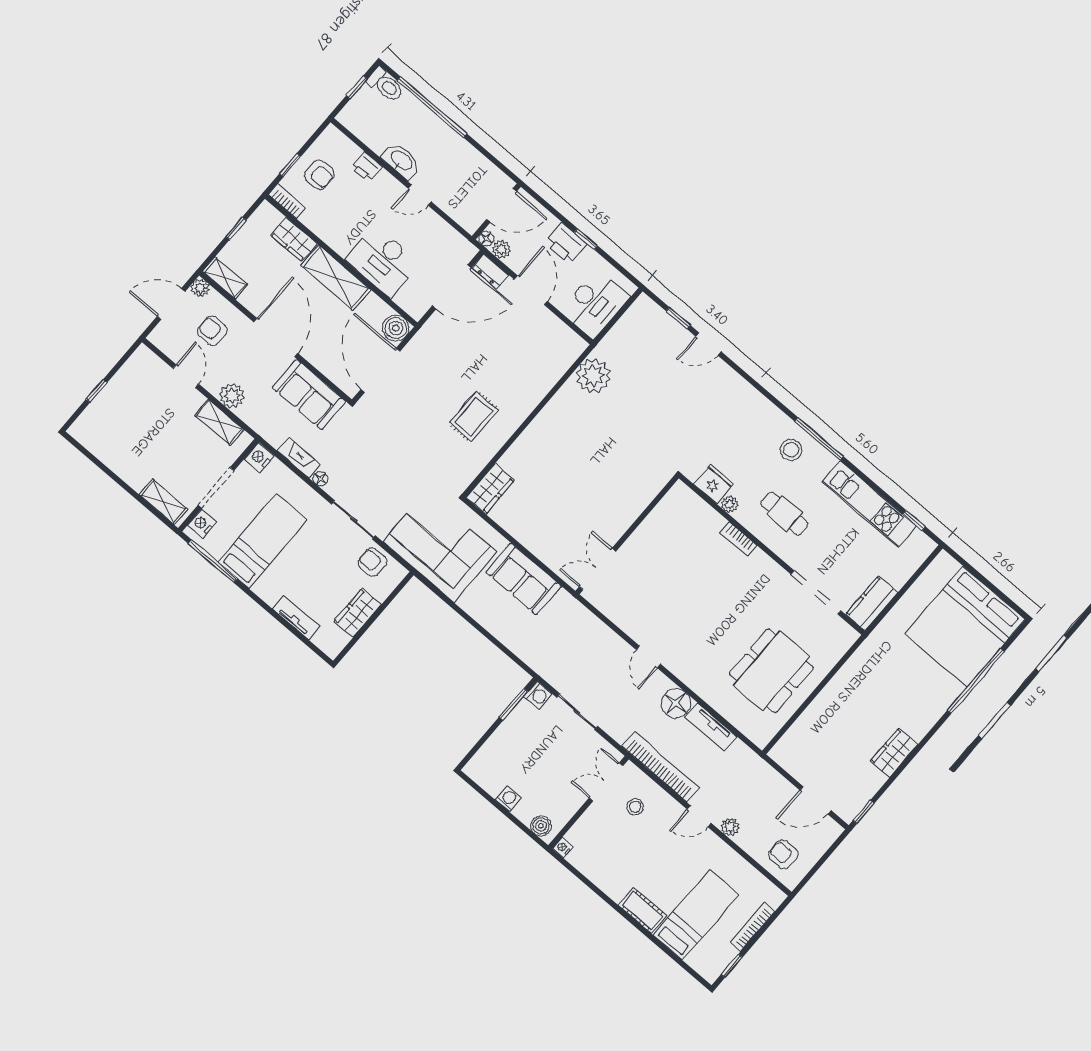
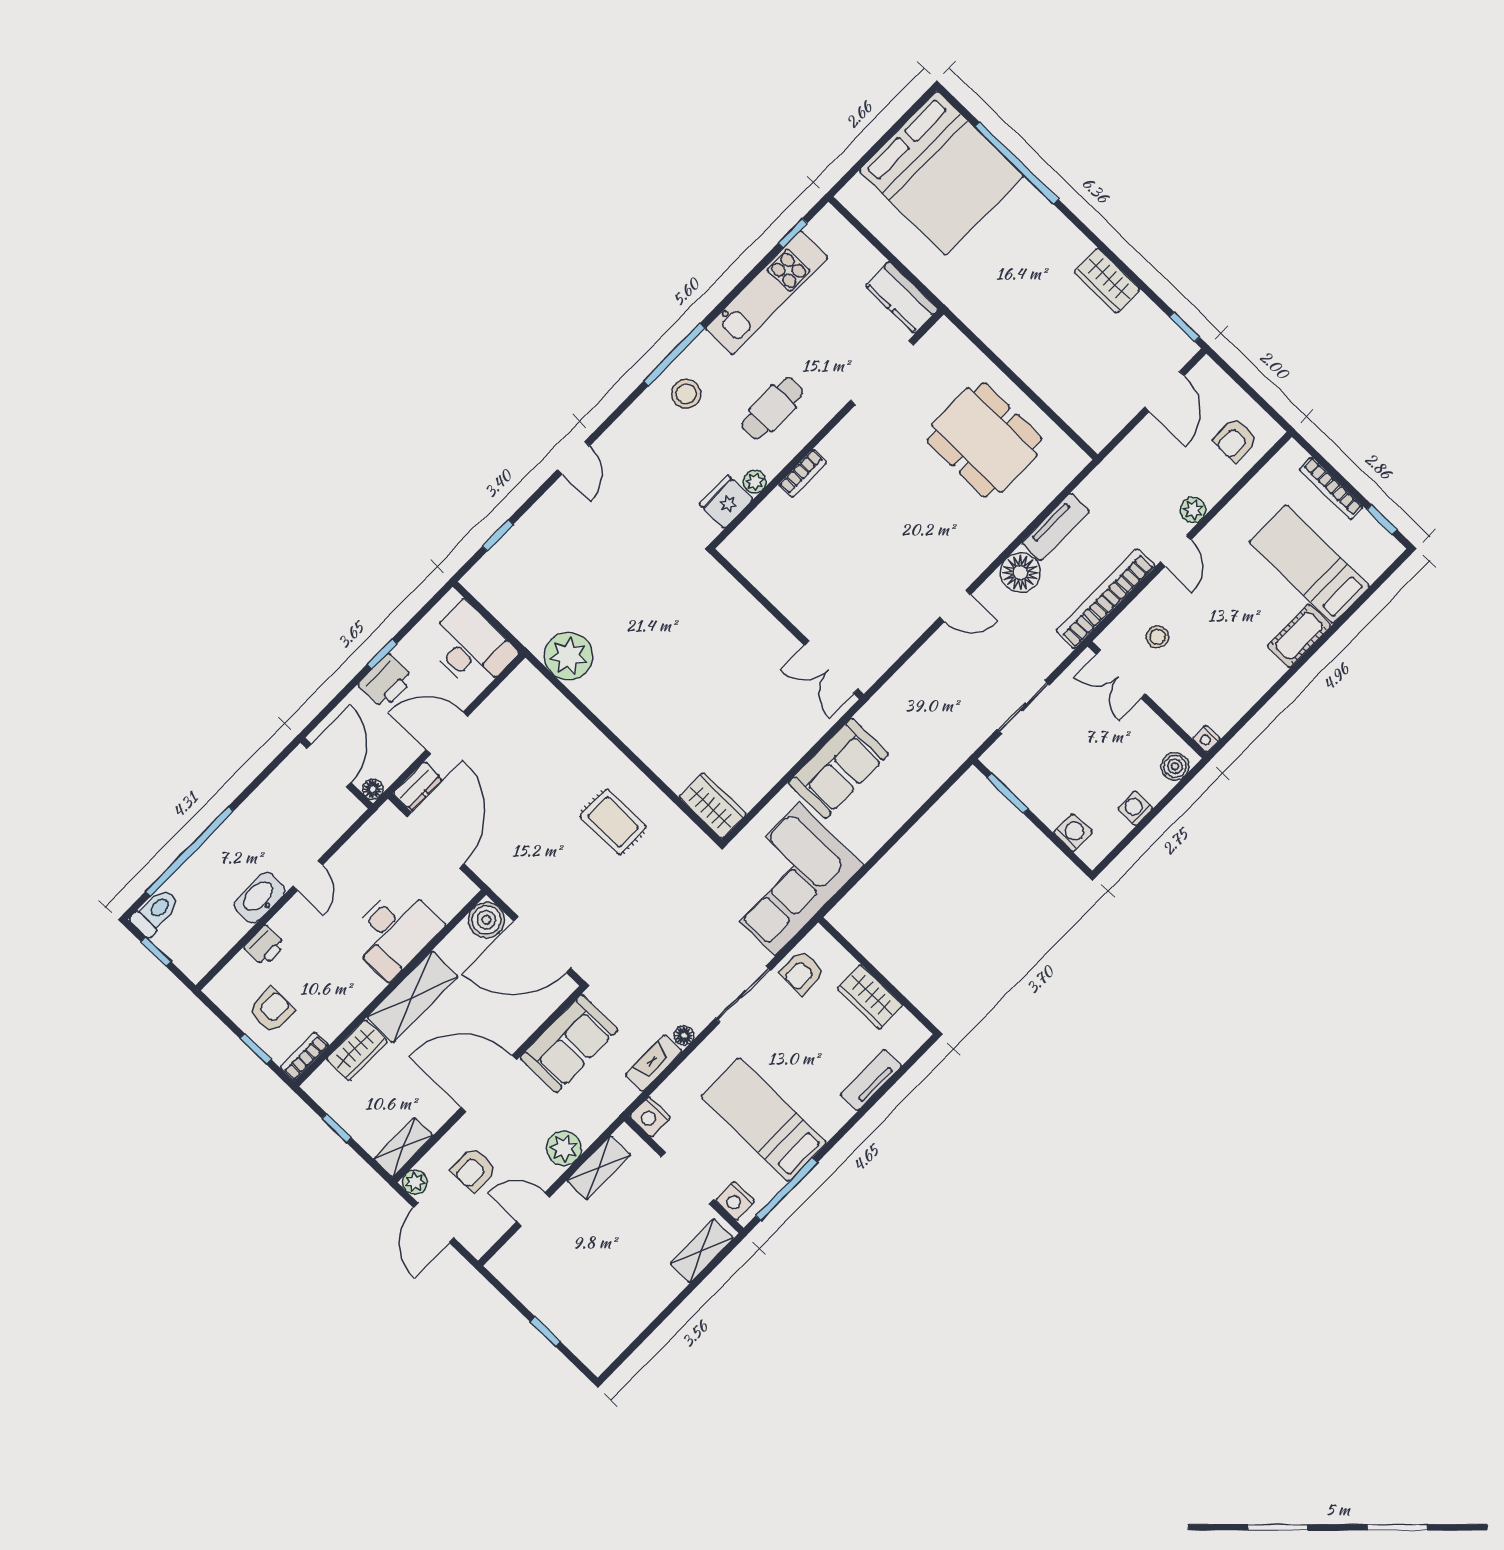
plant: (501, 249) -> (389, 770), removed
door: (708, 344) -> (574, 458), moved
washing machine: (538, 695) -> (1073, 833), moved

